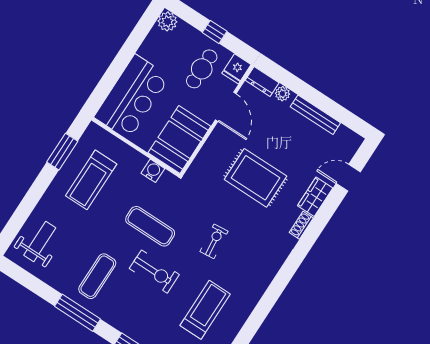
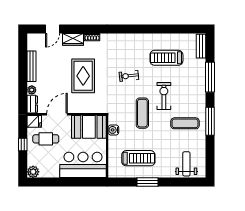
window: (62, 152) -> (148, 182), moved
door: (348, 178) -> (53, 29), hinge flipped
weight bench: (40, 241) -> (186, 164), turned 90

